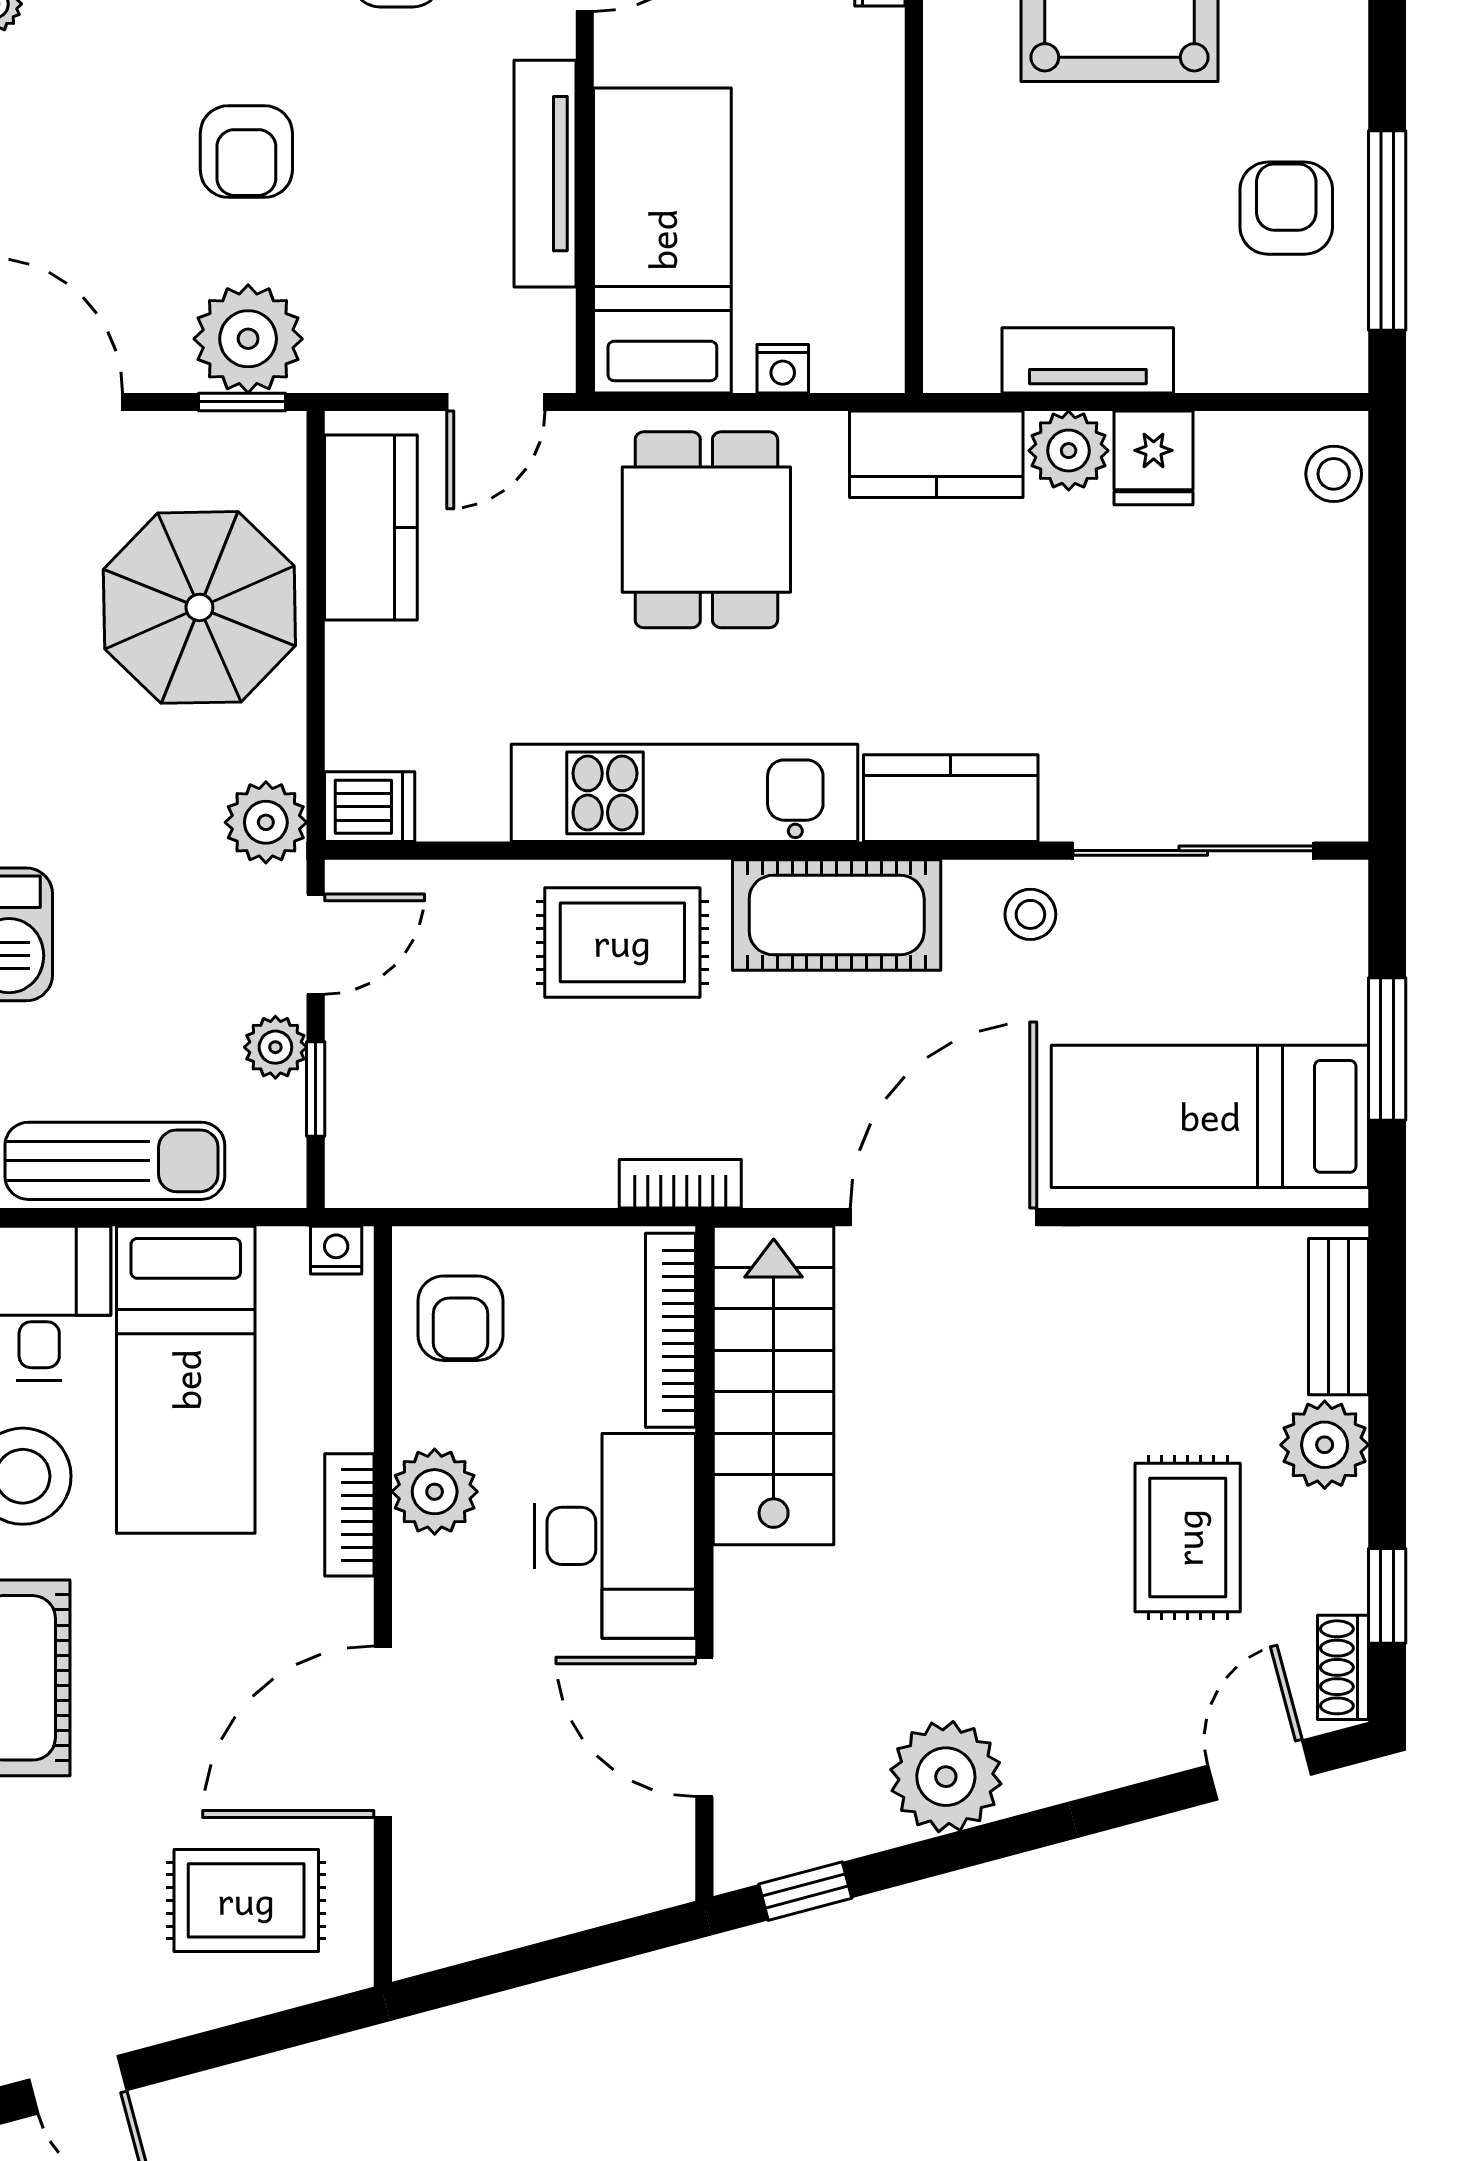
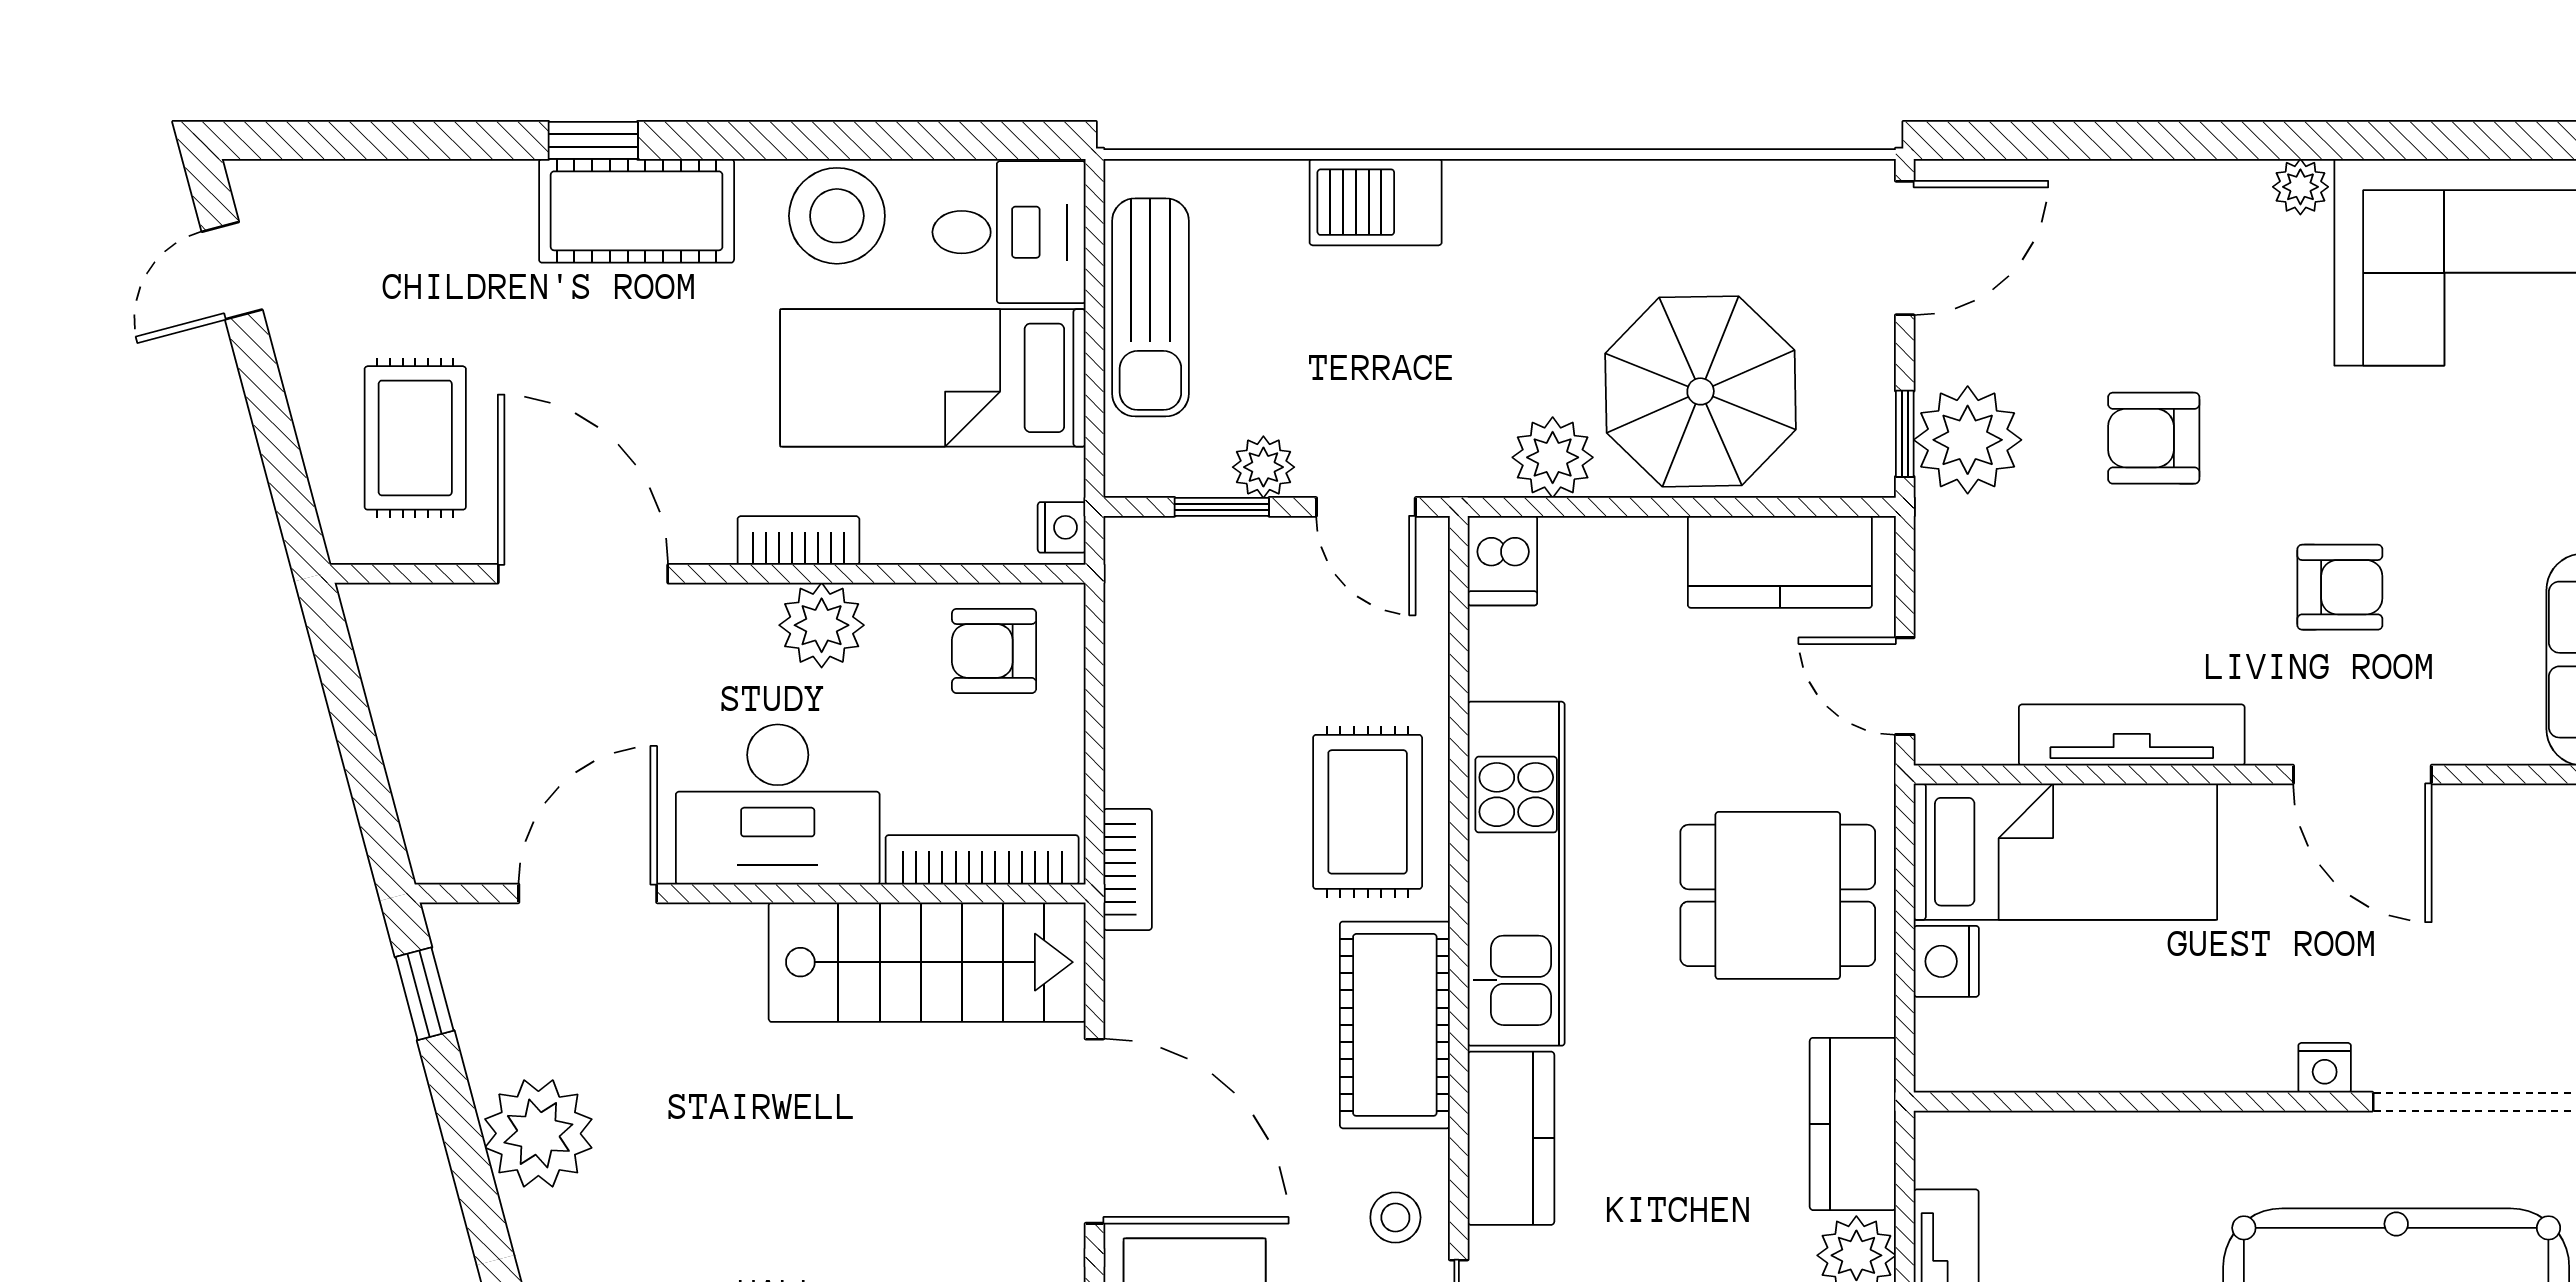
nightstand: (783, 369) -> (1946, 961), width x1.39, depth x1.35
plant: (266, 822) -> (1553, 457), moved

